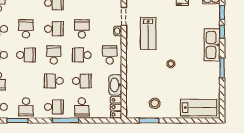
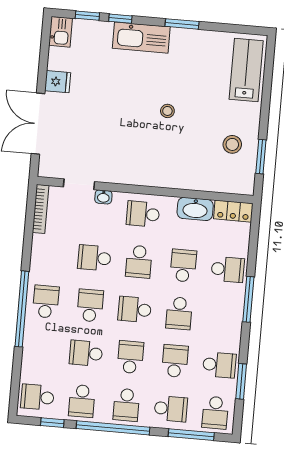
lab bench: (148, 34) -> (112, 145), removed
school desk: (54, 107) -> (175, 361), moved

